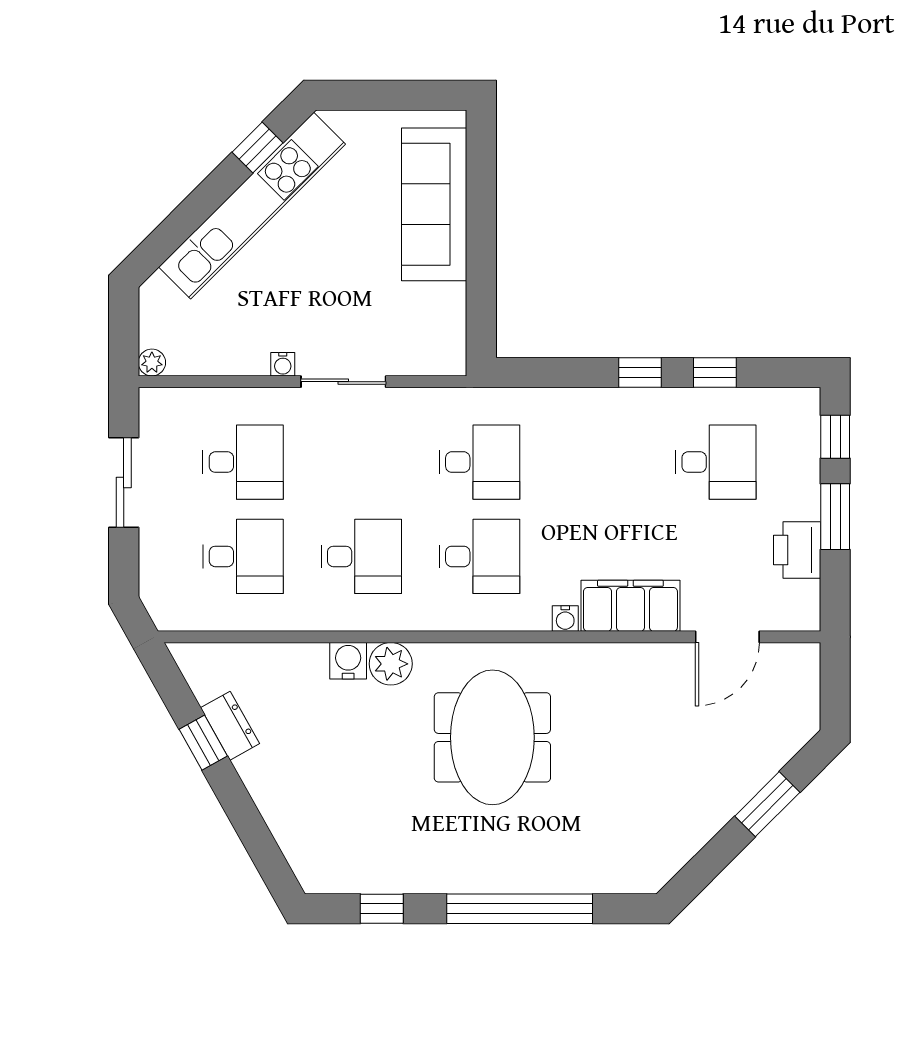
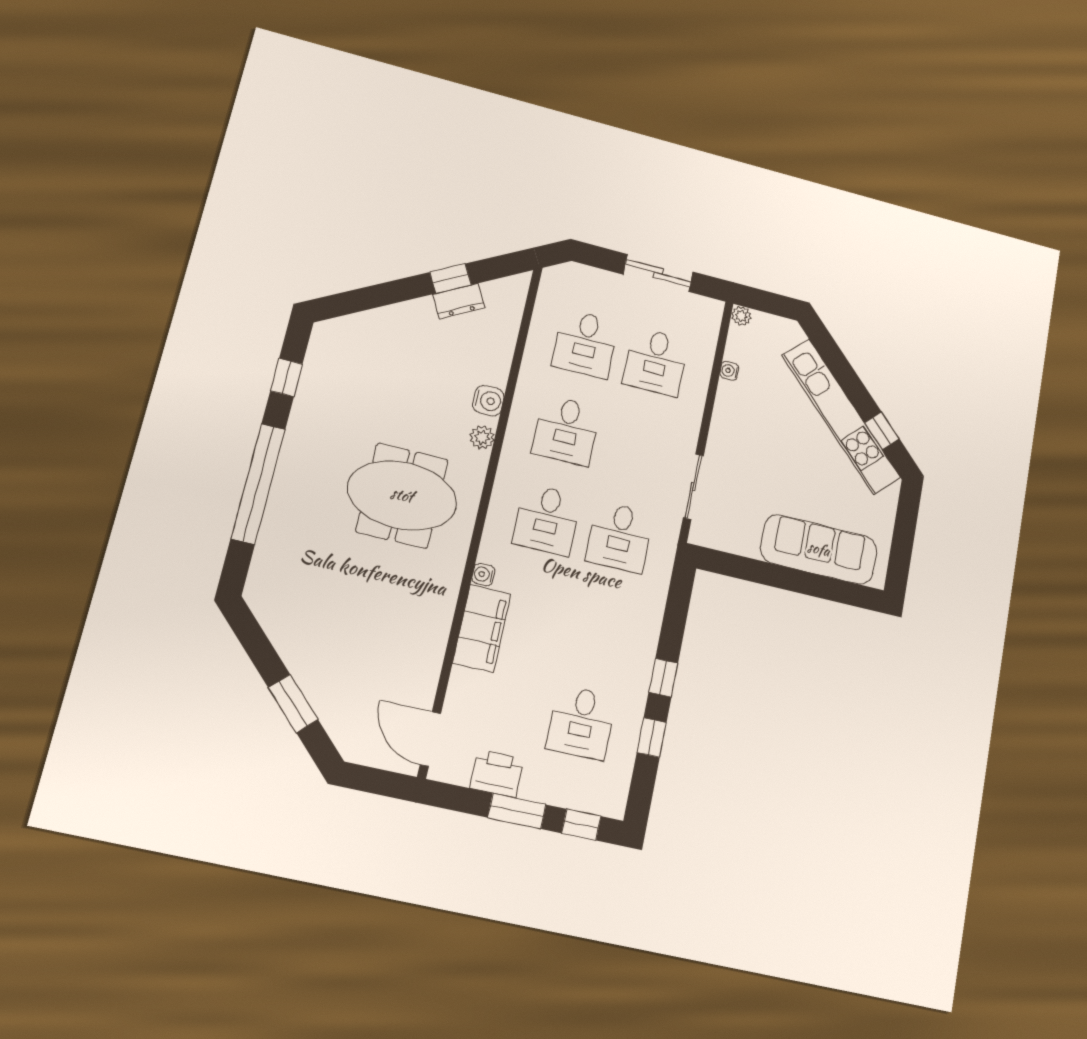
water cooler: (283, 364) -> (729, 371), moved
sliding door: (343, 382) -> (693, 487), moved
door: (727, 637) -> (430, 739), moved
plant: (391, 664) -> (482, 437), width x0.73, depth x0.73

